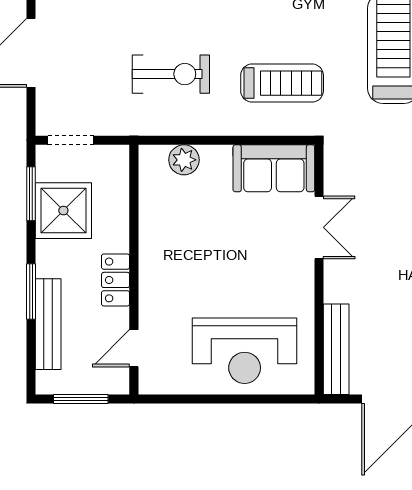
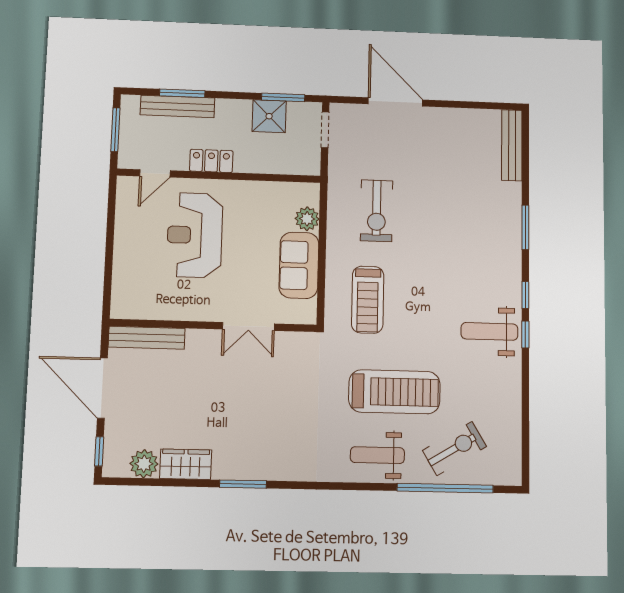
sofa: (274, 168) -> (299, 265), moved
shower: (63, 211) -> (269, 116), width x0.73, depth x0.73
window: (31, 292) -> (182, 93), moved
door: (134, 348) -> (155, 173), swing flipped
reception desk: (245, 351) -> (195, 235), moved

